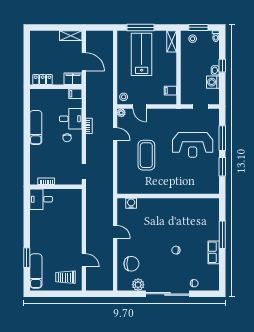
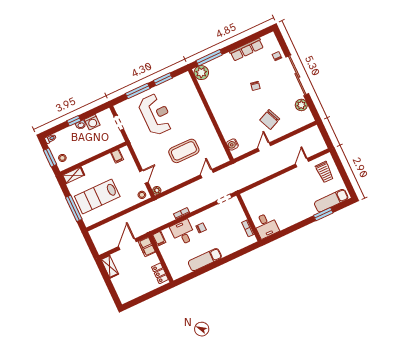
door: (115, 134) -> (207, 174), moved
plant: (212, 205) -> (201, 73), added
window: (222, 235) -> (209, 58), moved
row of seats: (214, 252) -> (247, 49), width x1.48
chair: (131, 264) -> (270, 119), moved, turned -114

